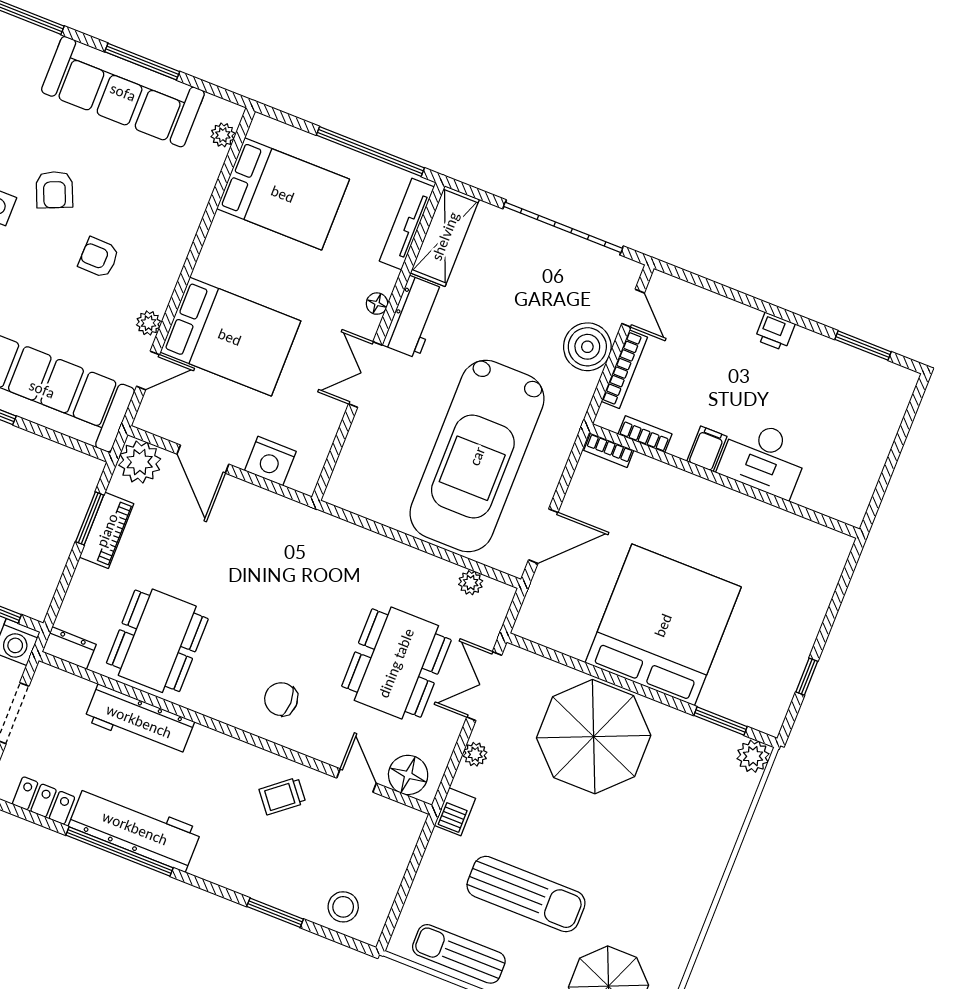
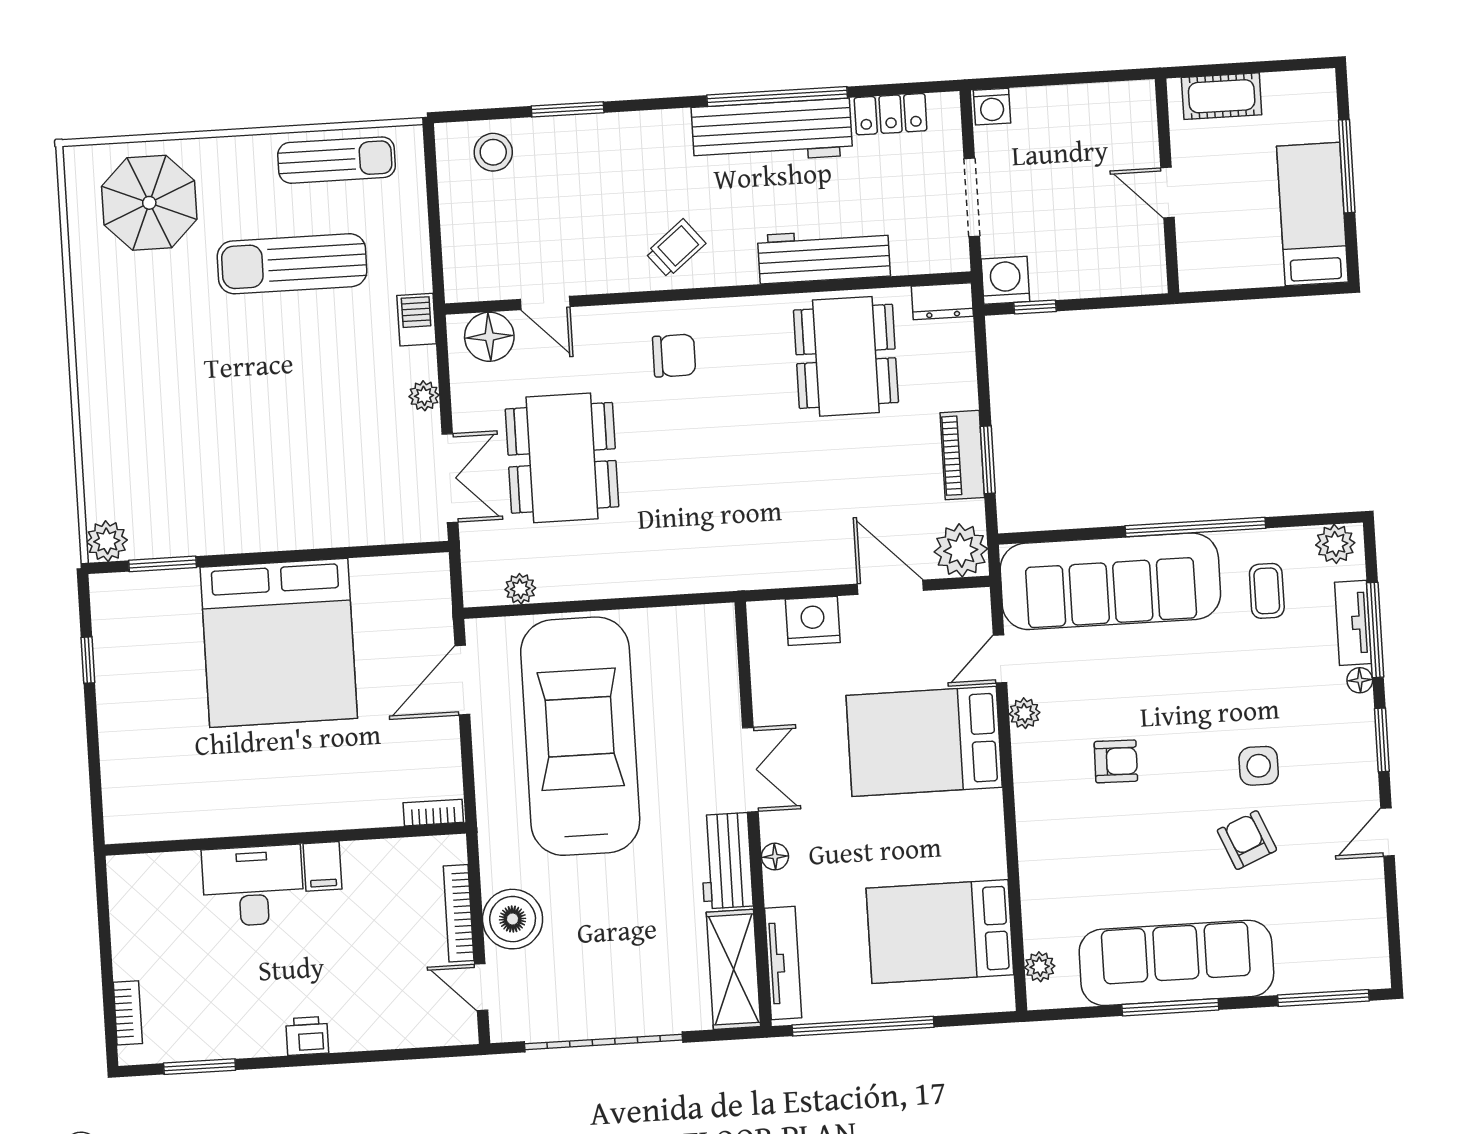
armchair: (54, 190) -> (1247, 840), moved
bookcase: (645, 434) -> (128, 1013), moved, turned -90
parasol: (594, 737) -> (299, 479), removed
trolley: (282, 796) -> (676, 248), moved

